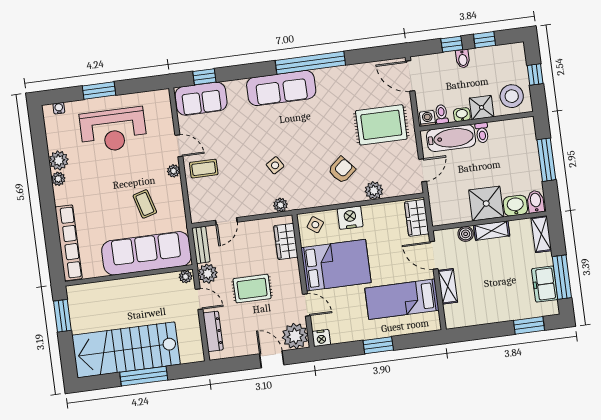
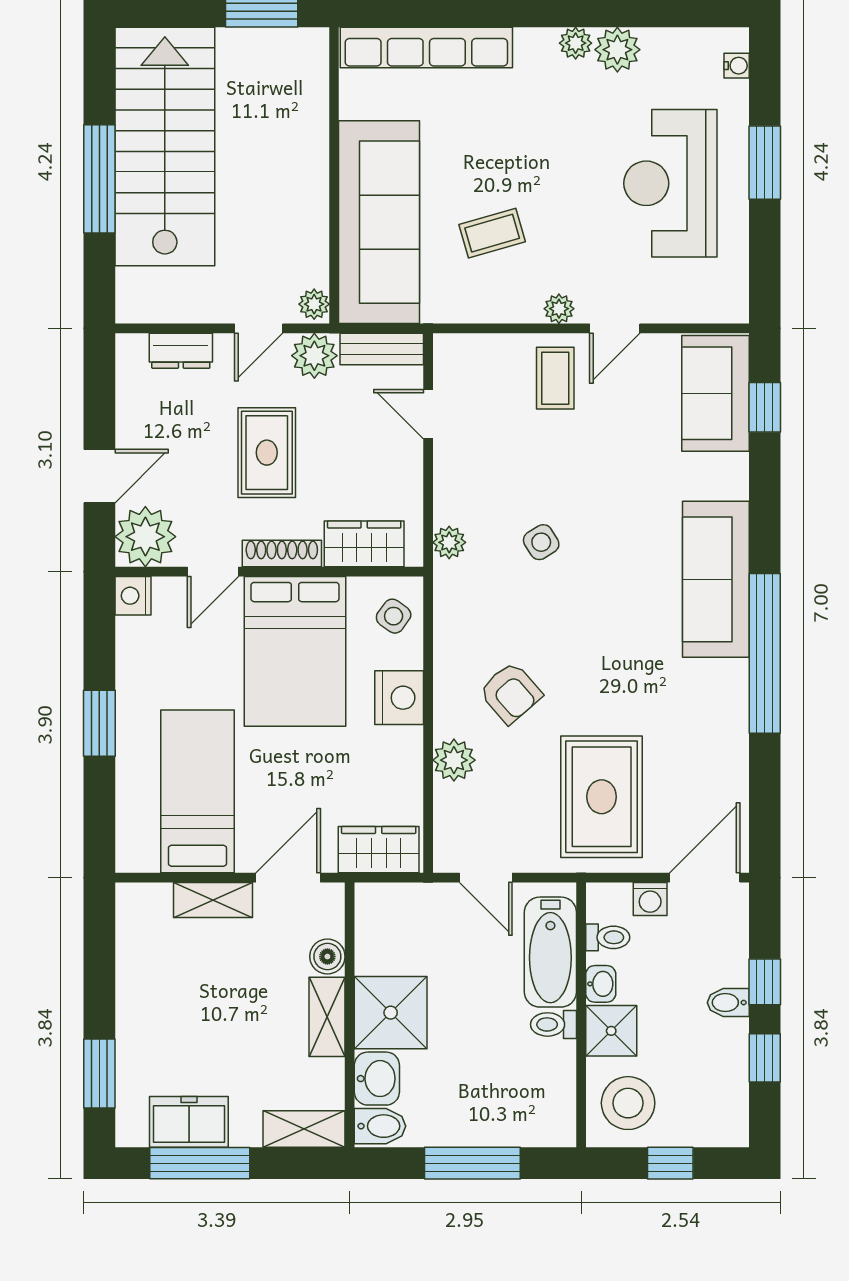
washing machine: (427, 118) -> (650, 899), moved, turned 90
shoe rack: (295, 276) -> (282, 553), added
dresser: (213, 331) -> (181, 351), width x0.70

